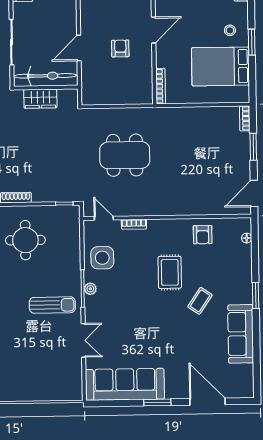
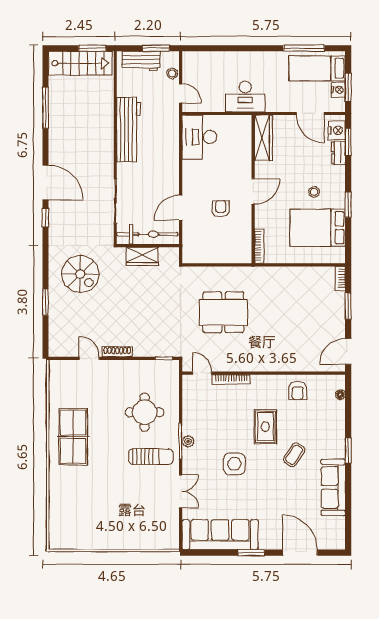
stool: (230, 30) -> (314, 192), moved
bookcase: (134, 224) -> (231, 379), width x1.56
round table: (25, 240) -> (145, 412), moved
side table: (102, 258) -> (234, 464), moved

